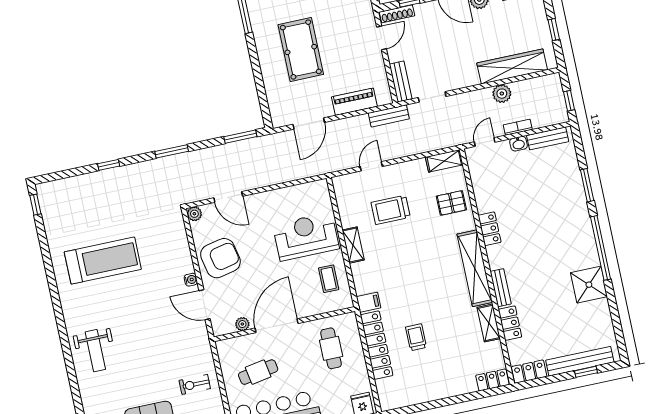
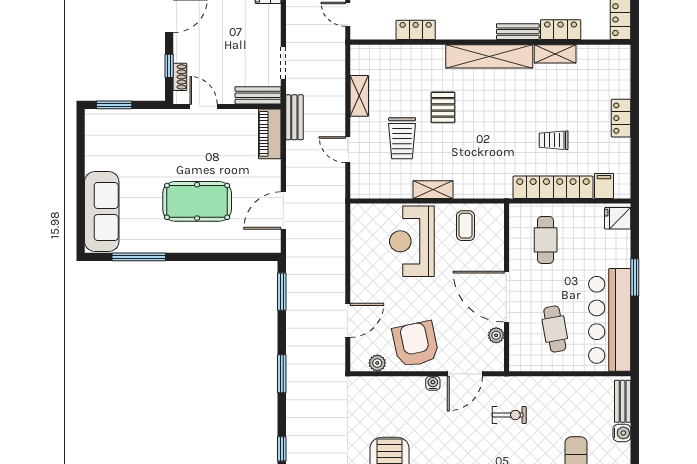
shoe rack: (397, 14) -> (180, 77), width x0.70
piano: (354, 102) -> (270, 134), moved
door: (309, 123) -> (283, 210), swing flipped
shelving: (444, 161) -> (359, 96), moved
pallet: (451, 203) -> (443, 107), moved
plant: (194, 214) -> (377, 363), moved
locker: (490, 229) -> (416, 30), moved
coffee table: (329, 279) -> (466, 226), turned 90
filing cabinet: (369, 302) -> (604, 186), moved
cafe table: (331, 348) -> (546, 240), turned 90
locker: (492, 380) -> (621, 118), moved
exercise bike: (195, 384) -> (509, 415), moved, turned -90

